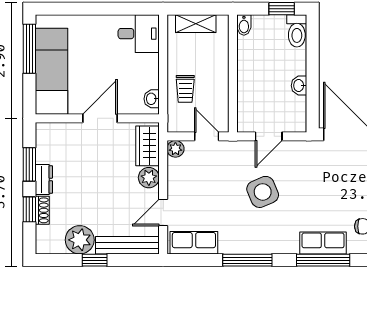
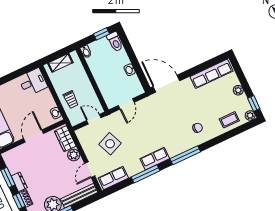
plant: (175, 149) -> (81, 133), removed
side table: (263, 192) -> (110, 144), moved
row of seats: (323, 243) -> (155, 159), moved

